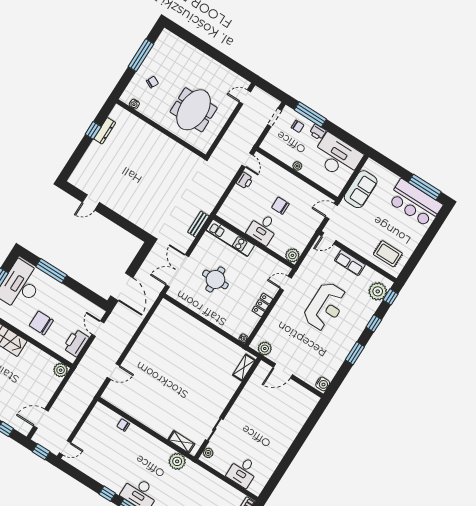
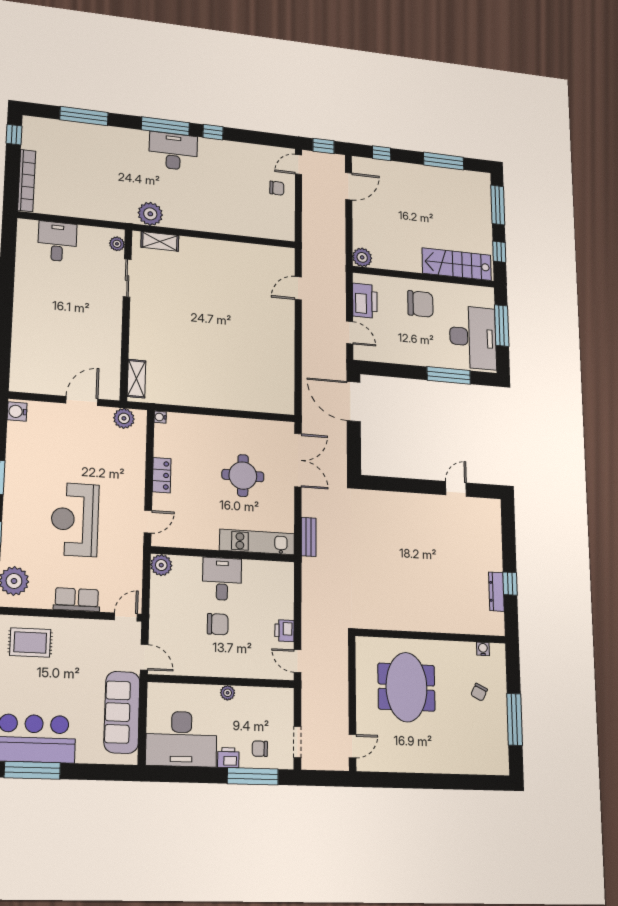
sofa: (361, 189) -> (122, 712), width x1.36
door: (331, 211) -> (144, 657), hinge flipped
chair: (123, 425) -> (277, 188), moved

